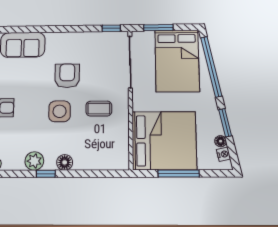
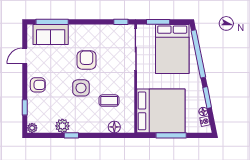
window: (25, 29) -> (52, 22), added
coffee table: (99, 109) -> (109, 101), moved
floor lamp: (65, 162) -> (114, 127), moved

